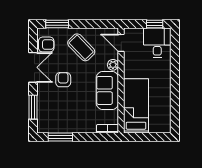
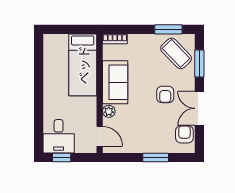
window: (57, 24) -> (156, 157), moved
armchair: (46, 45) -> (184, 134), turned 90
coffee table: (81, 47) -> (176, 53), moved

